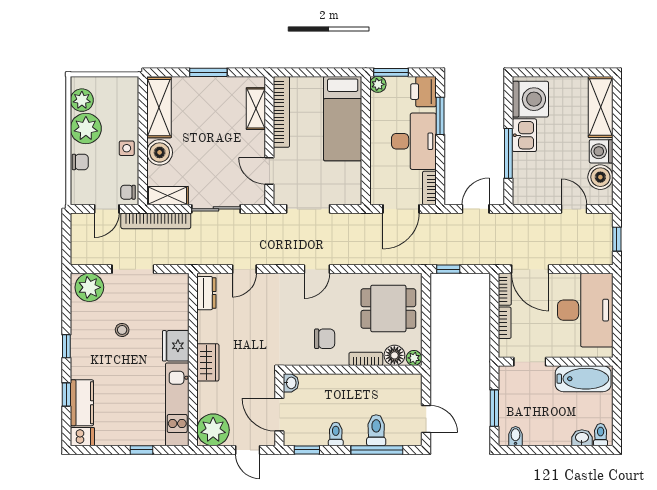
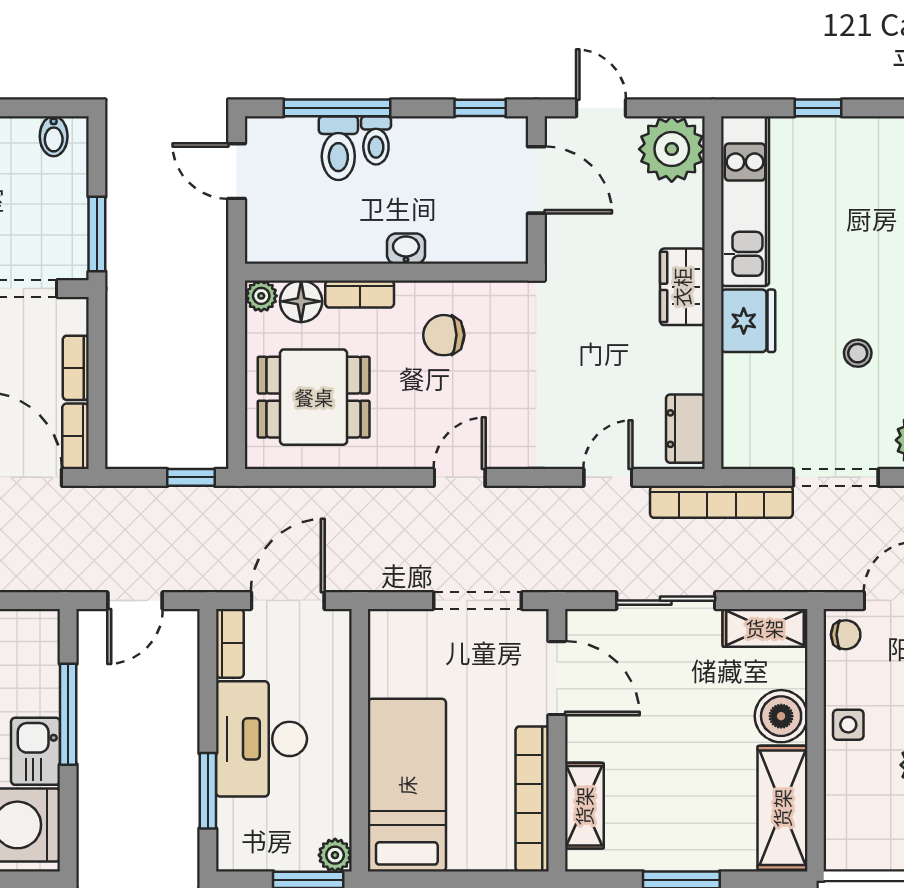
printer: (423, 92) -> (242, 840), removed
door: (269, 171) -> (557, 678), width x1.38
bookcase: (156, 221) -> (721, 502), moved, turned 180
washbasin: (291, 383) -> (406, 249), moved, turned 90
window: (494, 408) -> (97, 234), moved
toilet: (336, 434) -> (376, 140), moved

